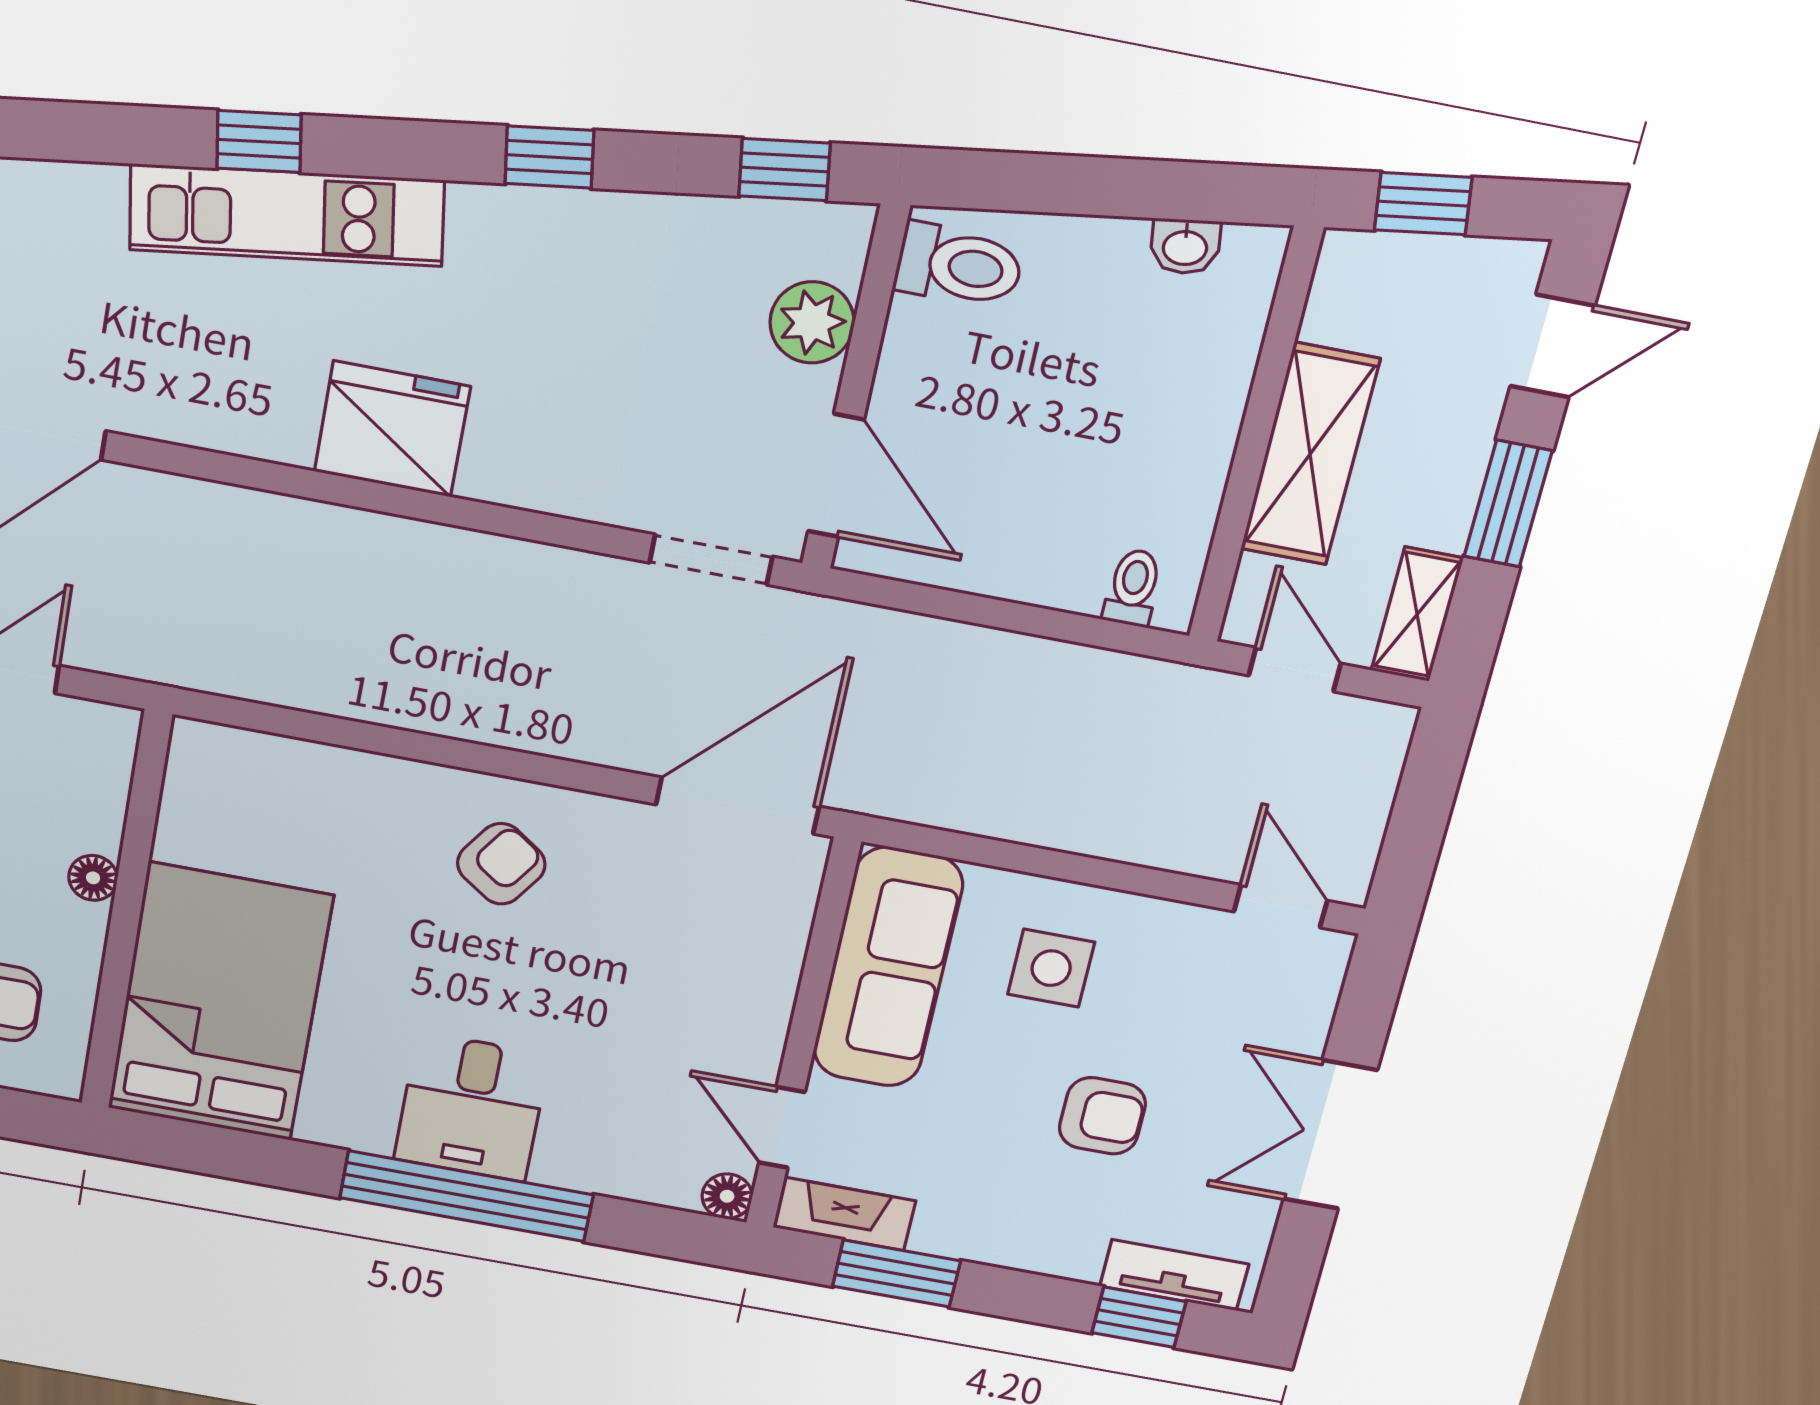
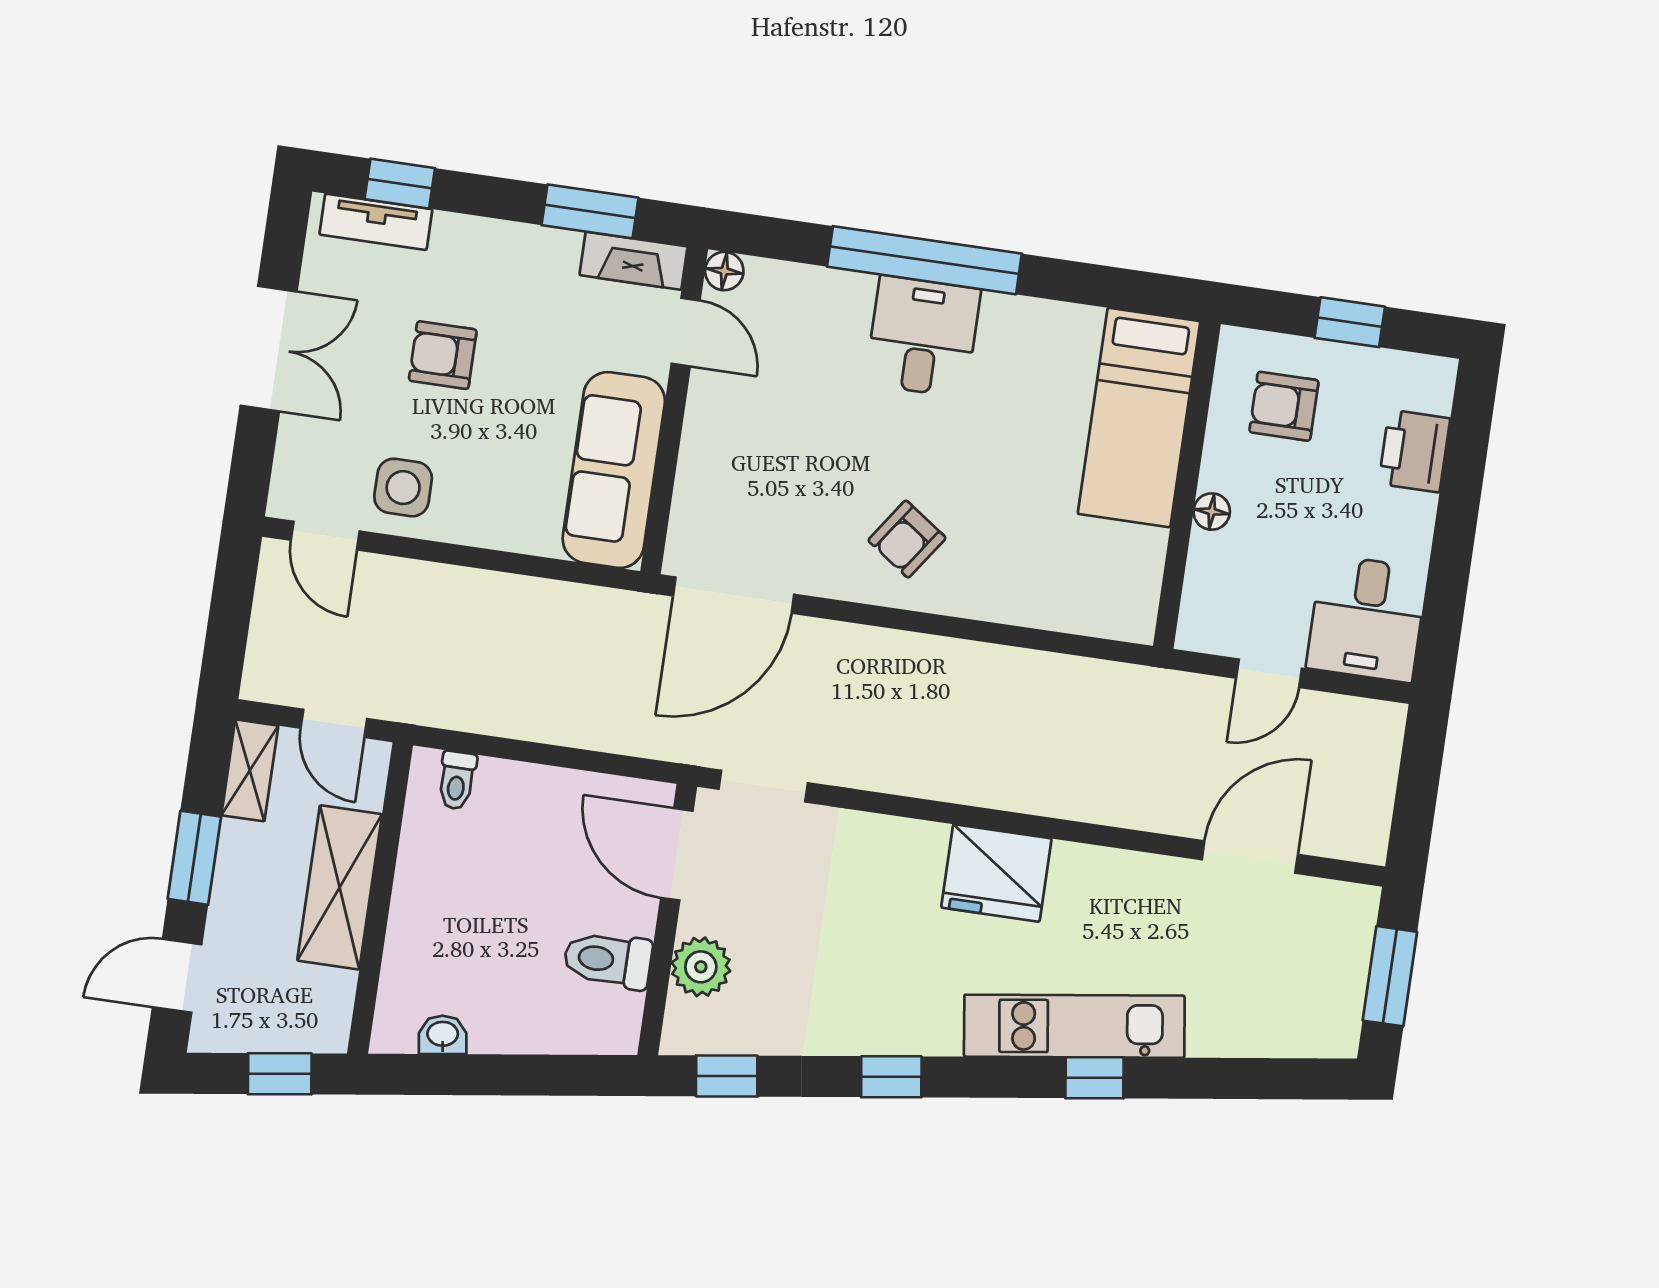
toilet: (959, 266) -> (608, 960), moved
side table: (1051, 968) -> (403, 488), moved
bed: (220, 1002) -> (1139, 417), width x0.67

